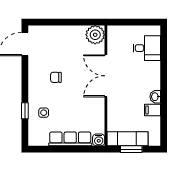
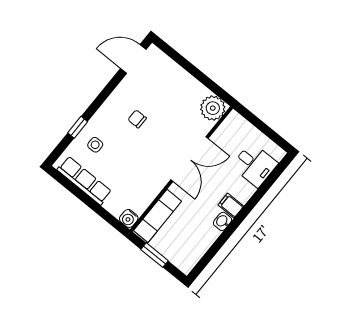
double door: (106, 76) -> (190, 159), swing flipped
filing cabinet: (152, 110) -> (231, 206), moved
row of seats: (70, 139) -> (84, 181), moved
exam couch: (127, 139) -> (157, 216), moved, turned 90

